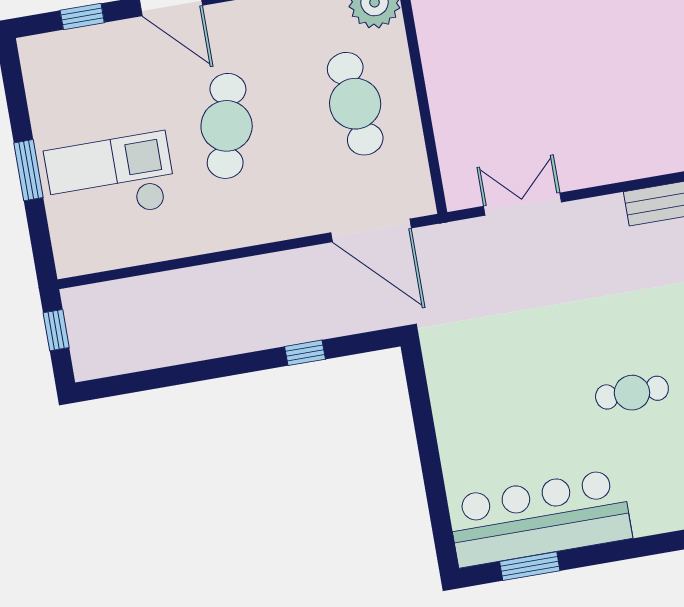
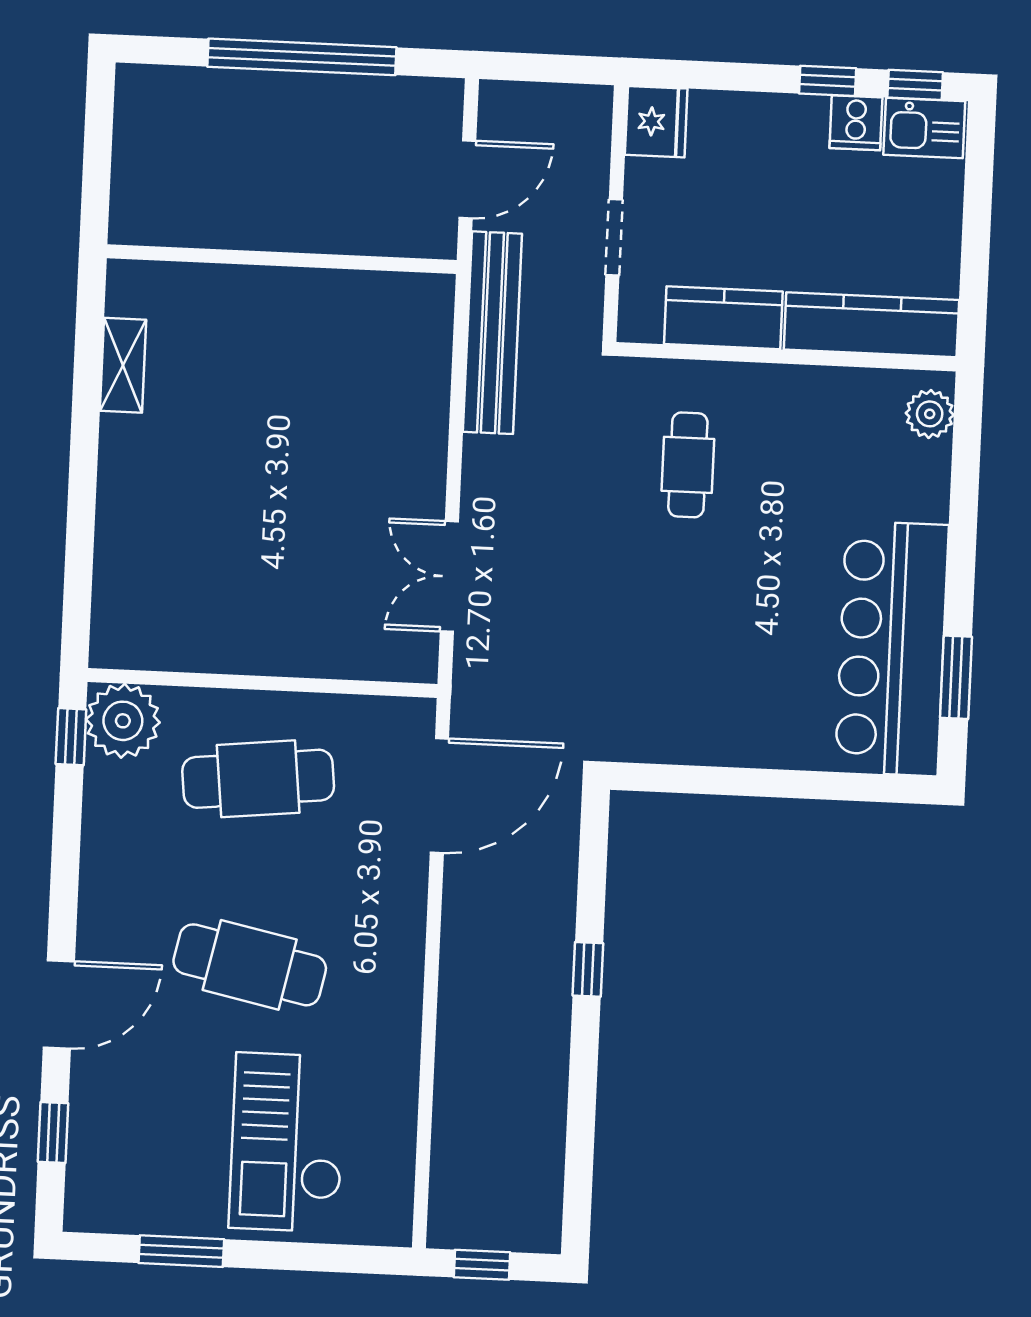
window: (29, 170) -> (181, 1251), moved
window: (305, 353) -> (588, 969), moved
cafe table: (632, 393) -> (688, 465), moved

